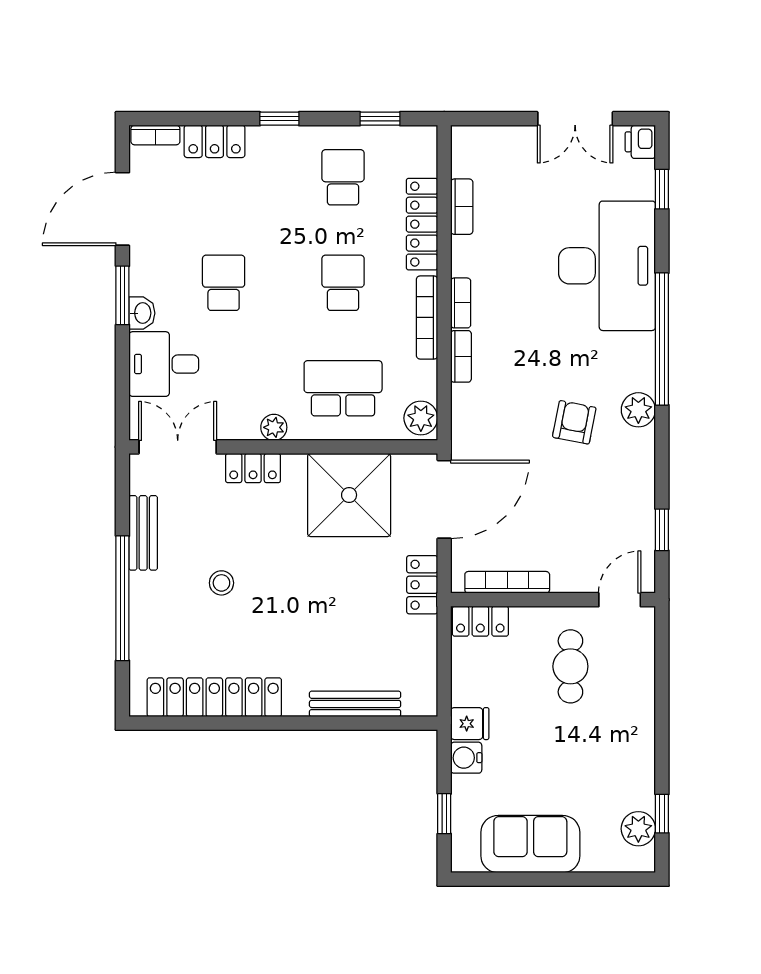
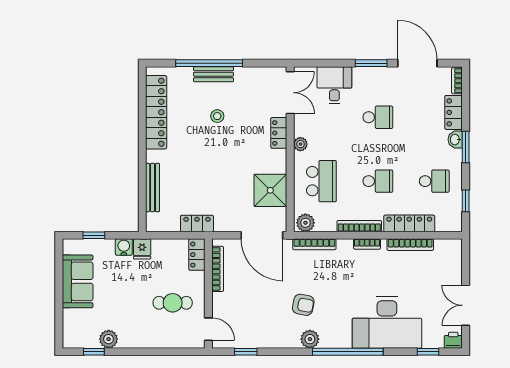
window: (279, 119) -> (466, 147), width x1.50
bookcase: (462, 207) -> (410, 245), width x1.56
washbasin: (142, 313) -> (455, 140), moved, turned 90
bookcase: (461, 356) -> (314, 244), moved, width x1.56
shower: (349, 495) -> (270, 190), width x0.73, depth x0.73
bench: (143, 533) -> (213, 74), moved
locker: (422, 585) -> (197, 223), moved
plant: (638, 829) -> (109, 339), moved

